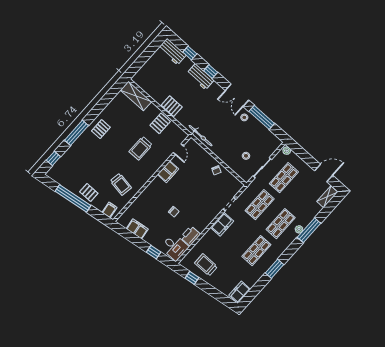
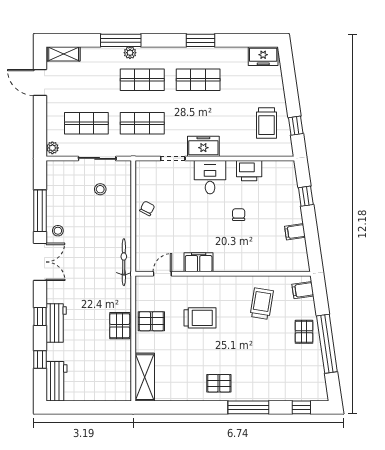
filing cabinet: (137, 229) -> (295, 232), width x0.50
desk: (175, 247) -> (210, 177), moved

